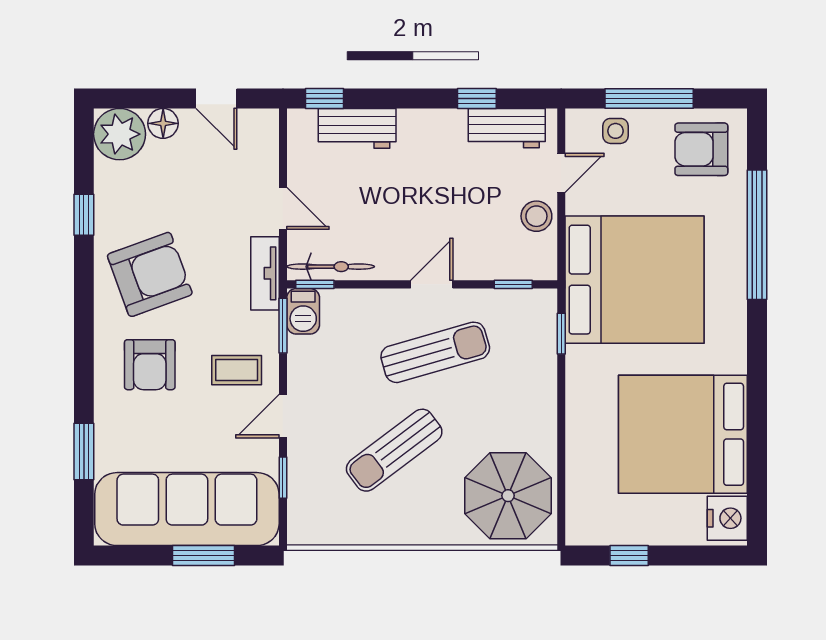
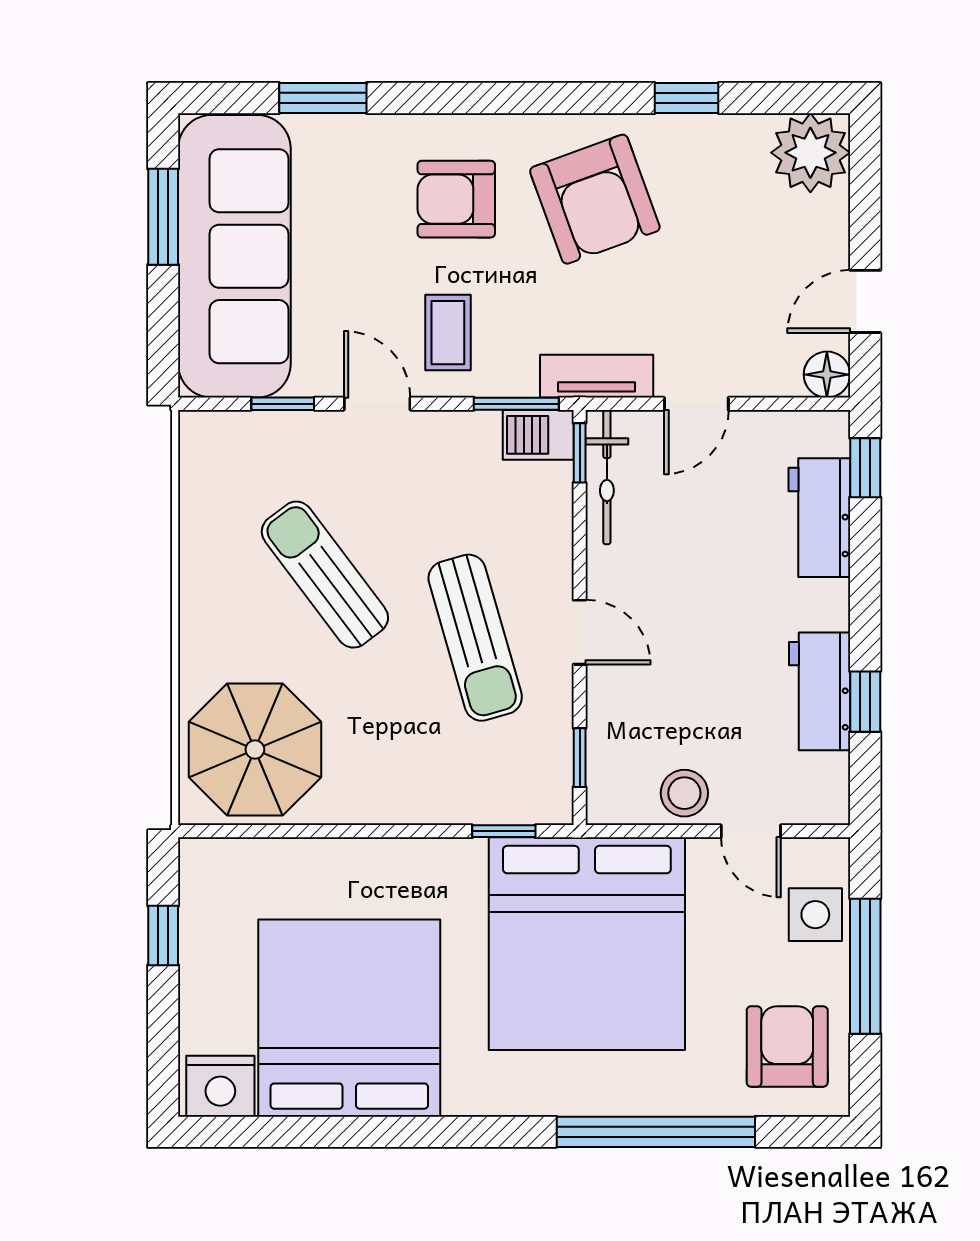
floor lamp: (163, 123) -> (827, 375), moved
workbench: (507, 128) -> (820, 691), moved
side table: (615, 131) -> (815, 915), width x1.37, depth x1.37
window: (203, 555) -> (163, 217), moved

